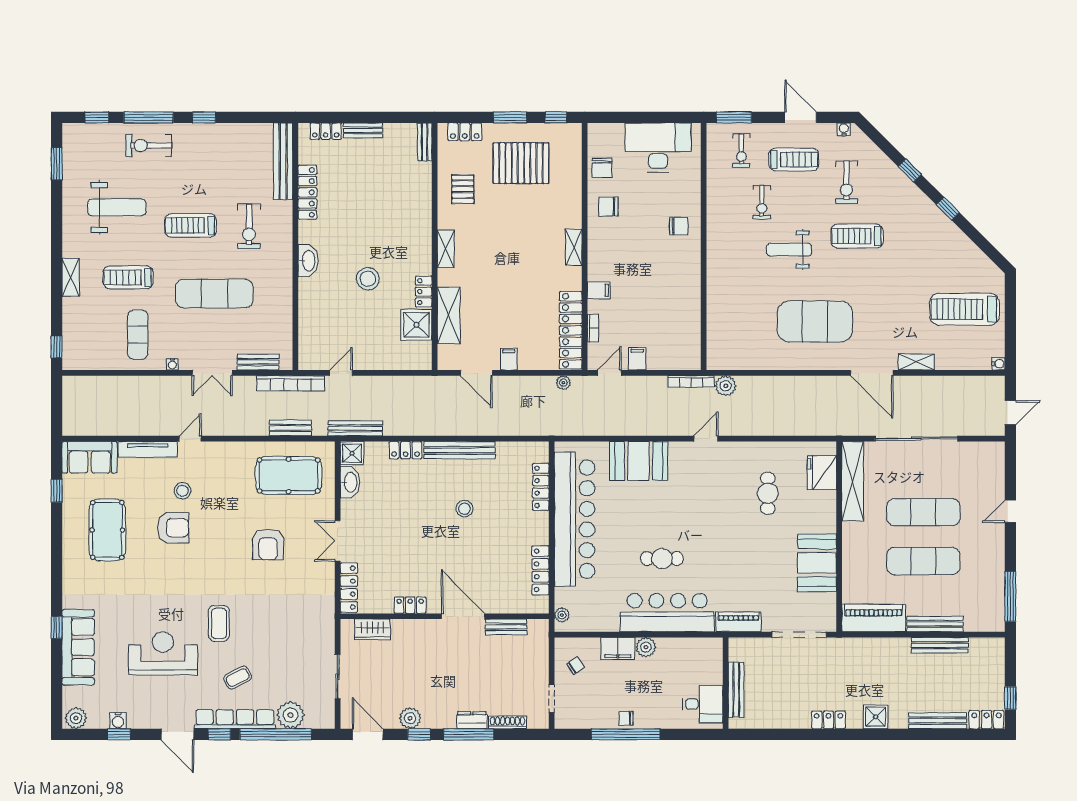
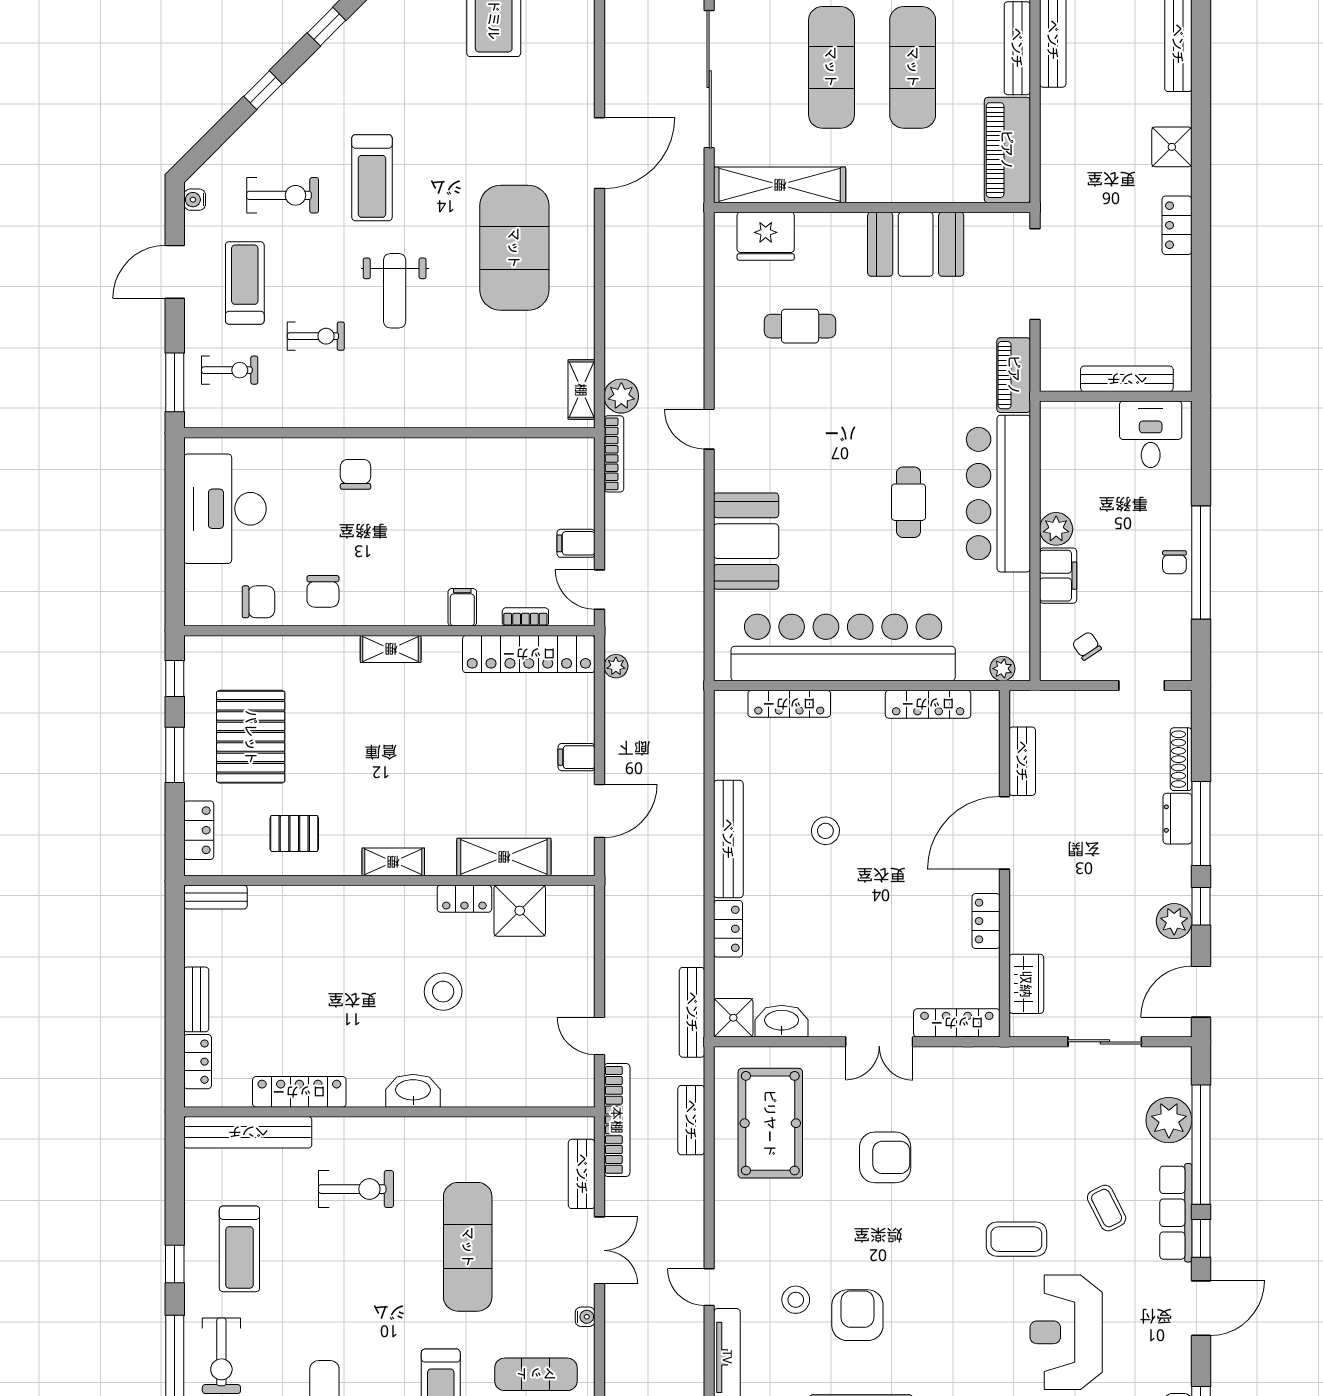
treadmill: (191, 225) -> (239, 1249), moved
shelving: (916, 362) -> (581, 390), moved
row of seats: (235, 719) -> (1176, 1213), width x0.73

